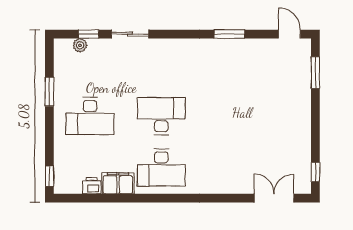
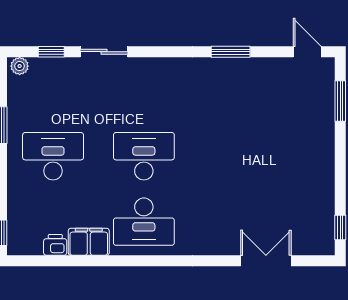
plant: (80, 45) -> (20, 66), moved
desk: (90, 116) -> (53, 156), turned 180
double door: (274, 198) -> (266, 261), moved

